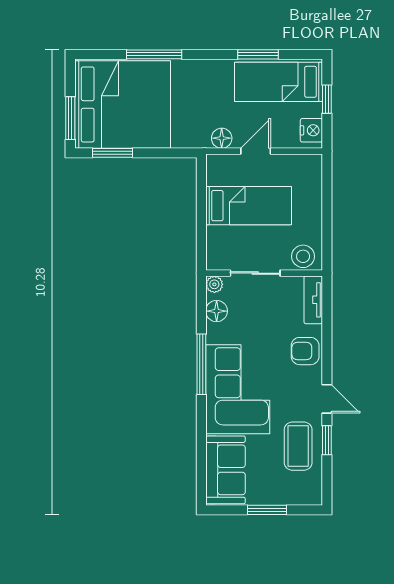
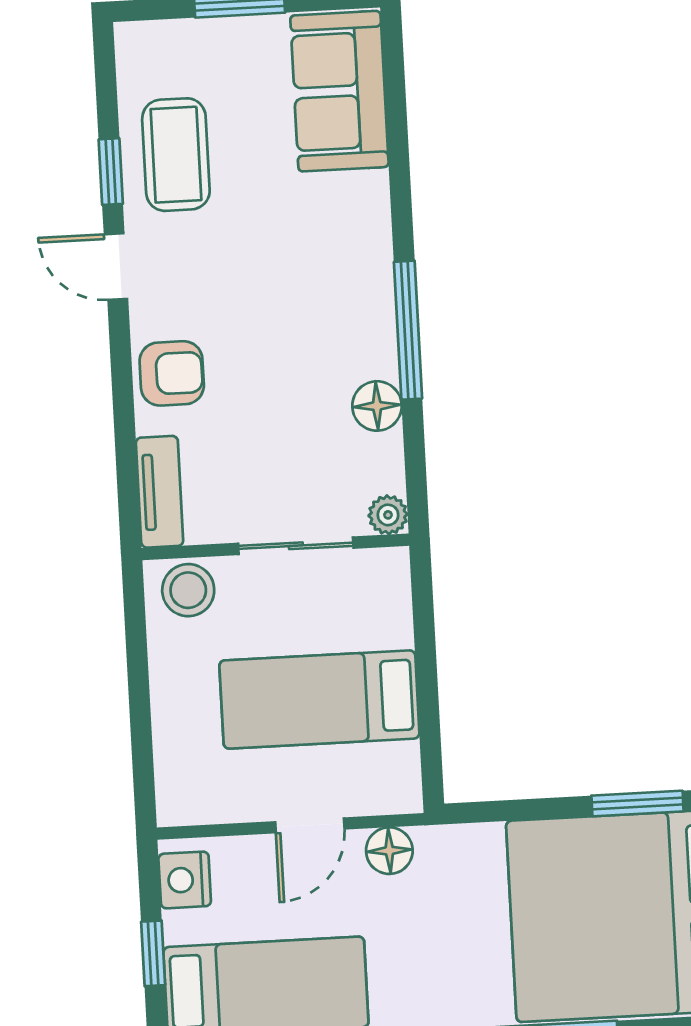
floor lamp: (217, 311) -> (377, 406), moved
corner sofa: (238, 389) -> (321, 277), removed

